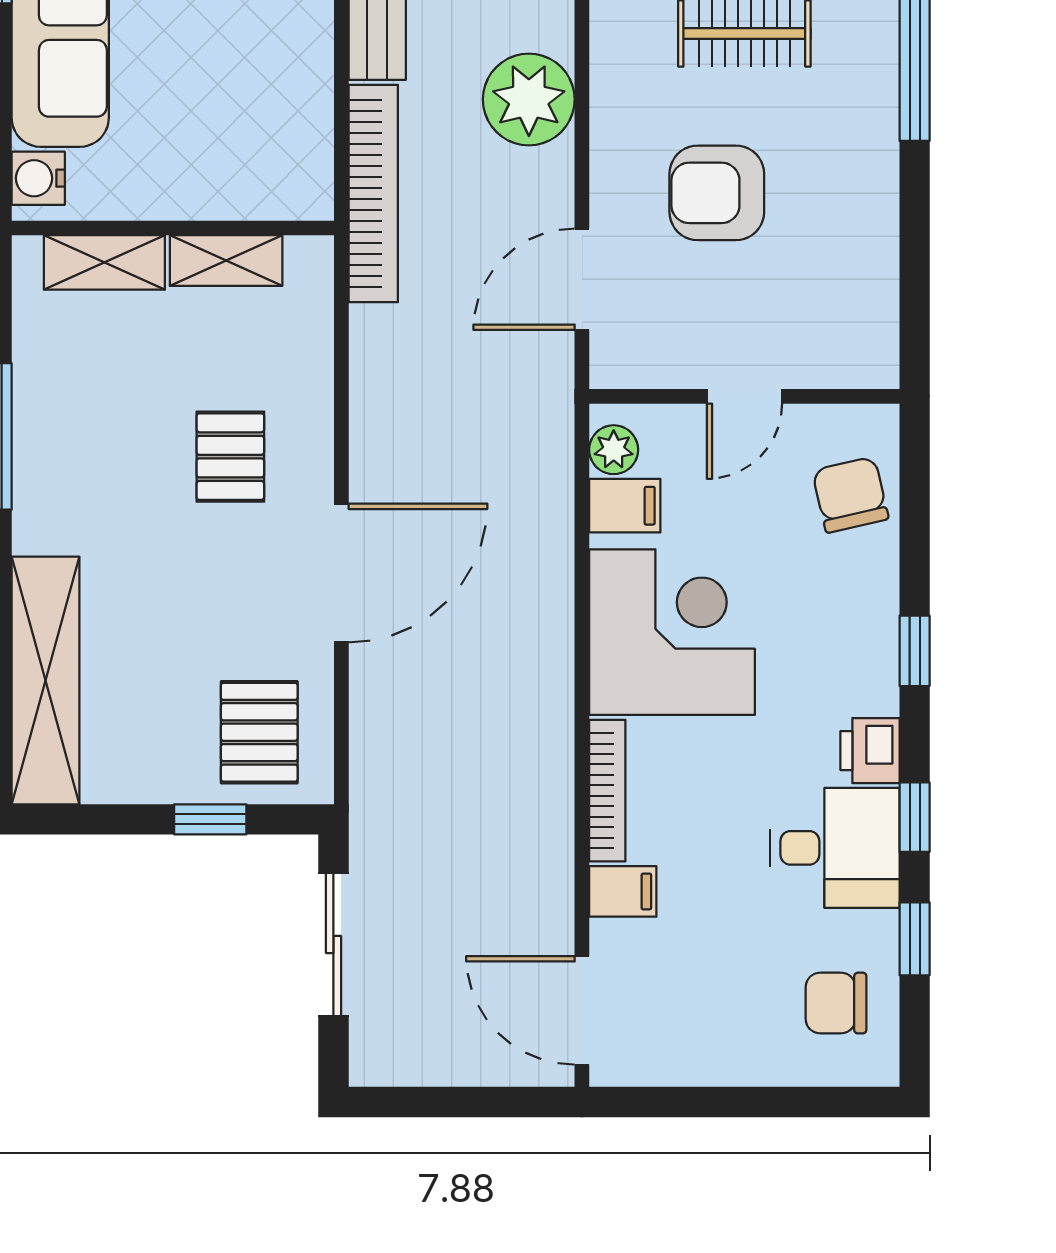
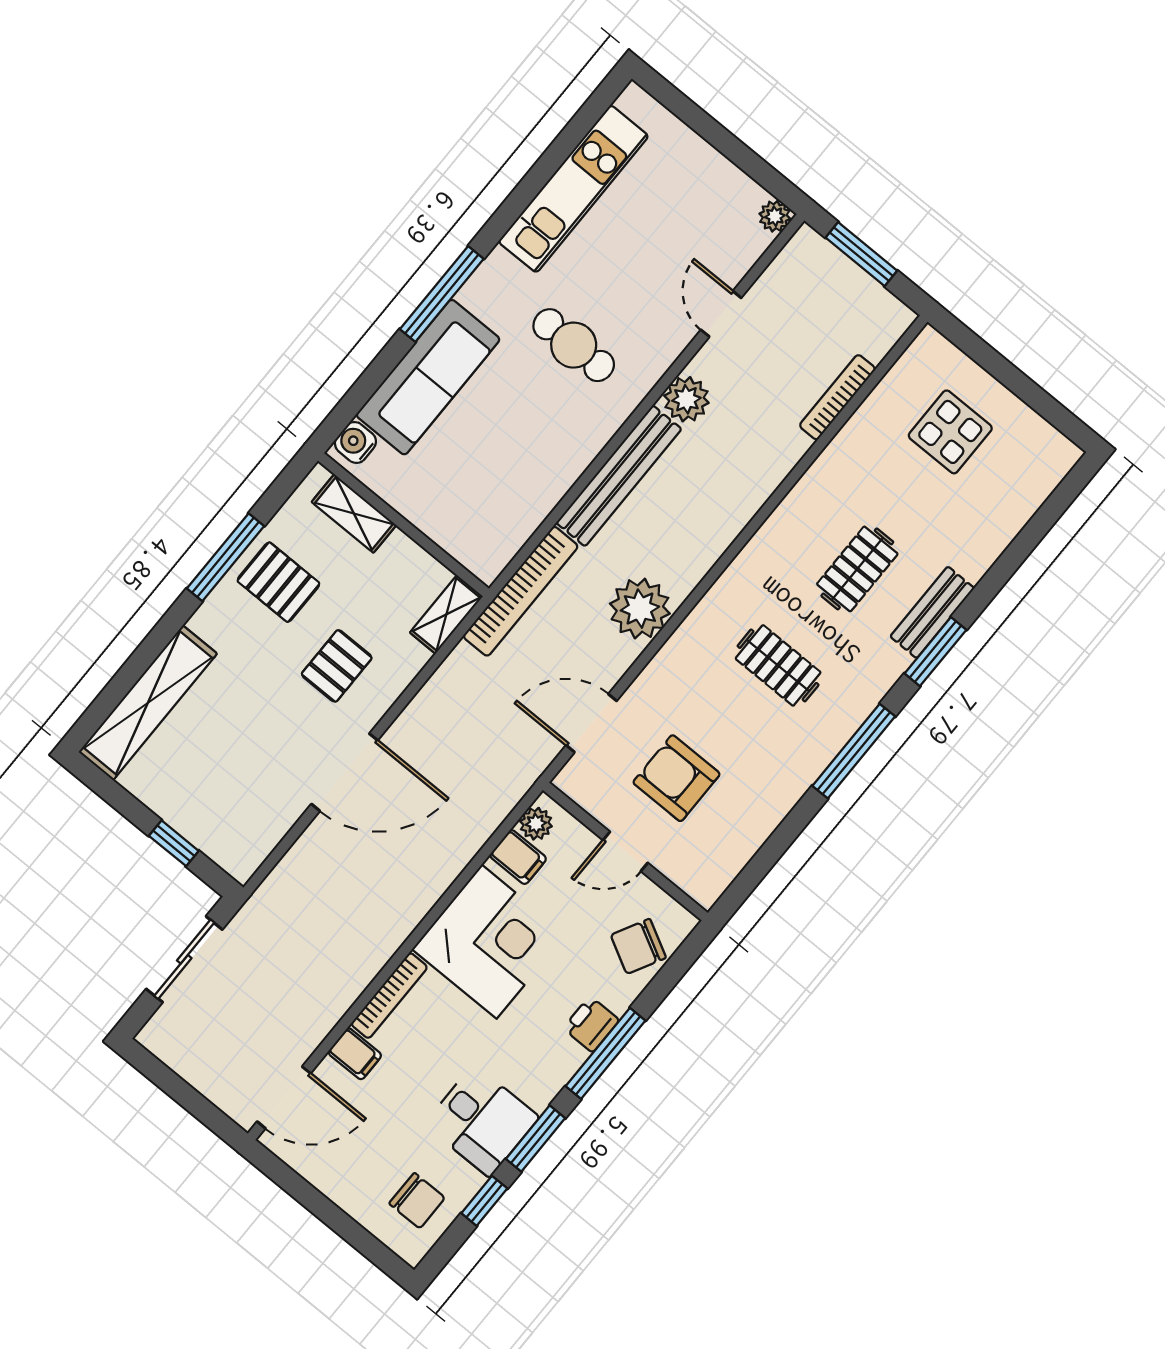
armchair: (717, 193) -> (676, 778), moved
shelving: (226, 261) -> (446, 614), moved, turned 90
chair: (850, 495) -> (638, 946), turned -139
window: (915, 651) -> (605, 1053), width x2.17
pallet: (259, 732) -> (278, 582), moved, turned 90
printer: (870, 751) -> (591, 1024), moved
window: (915, 817) -> (536, 1139), width x1.50
chair: (836, 1003) -> (417, 1201), turned 180
door: (582, 1010) -> (284, 1097), swing flipped

